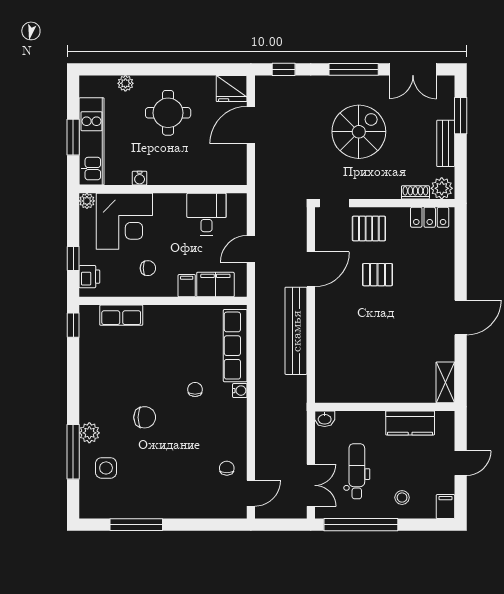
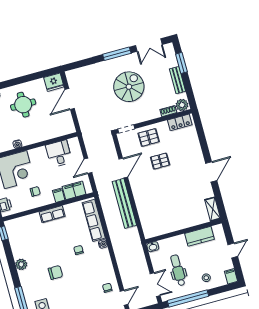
window: (284, 69) -> (79, 64), removed
row of seats: (121, 315) -> (52, 214), moved
plant: (89, 433) -> (21, 264), moved

